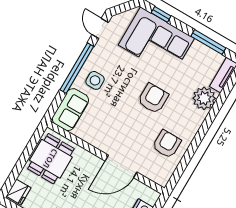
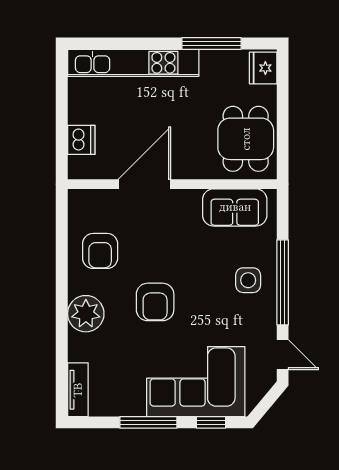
window: (208, 42) -> (148, 422), moved
plant: (204, 98) -> (86, 314), moved
sofa: (70, 110) -> (235, 207), moved, turned -90

